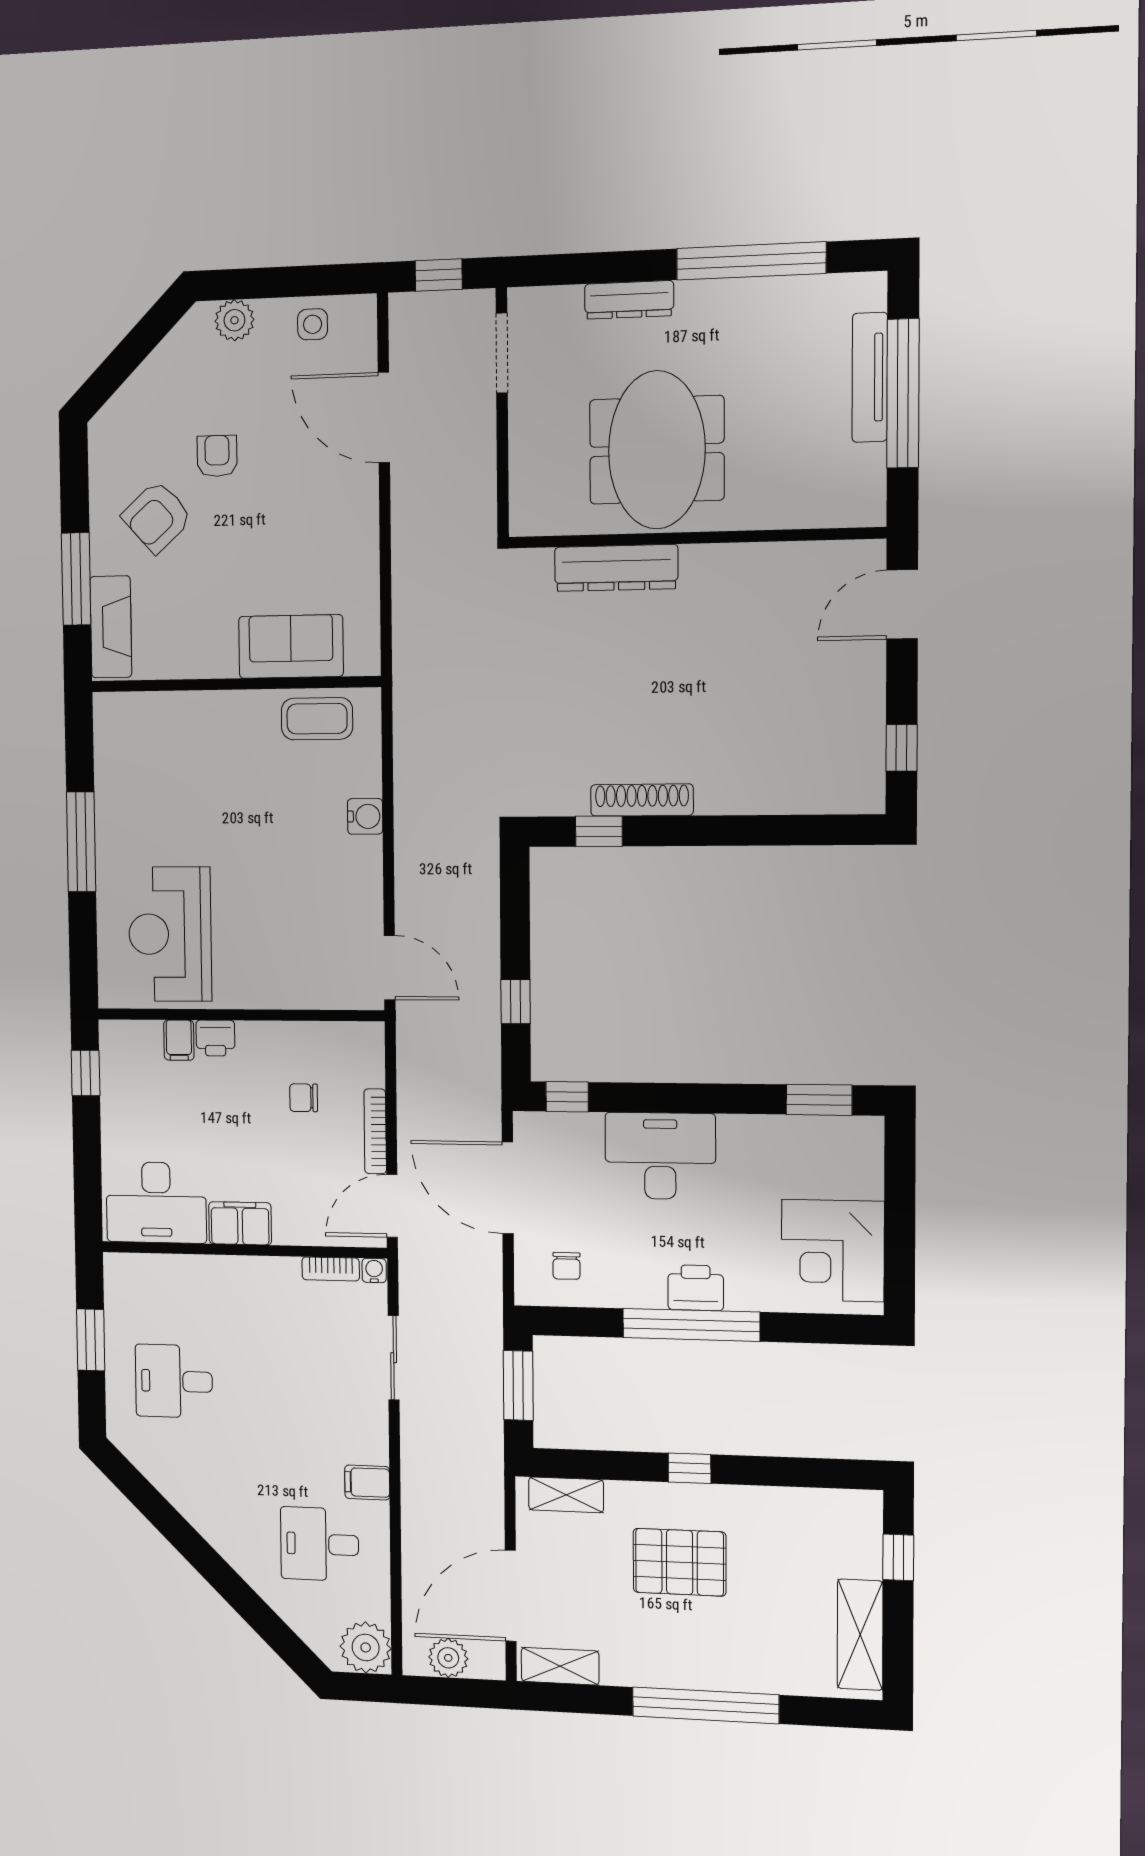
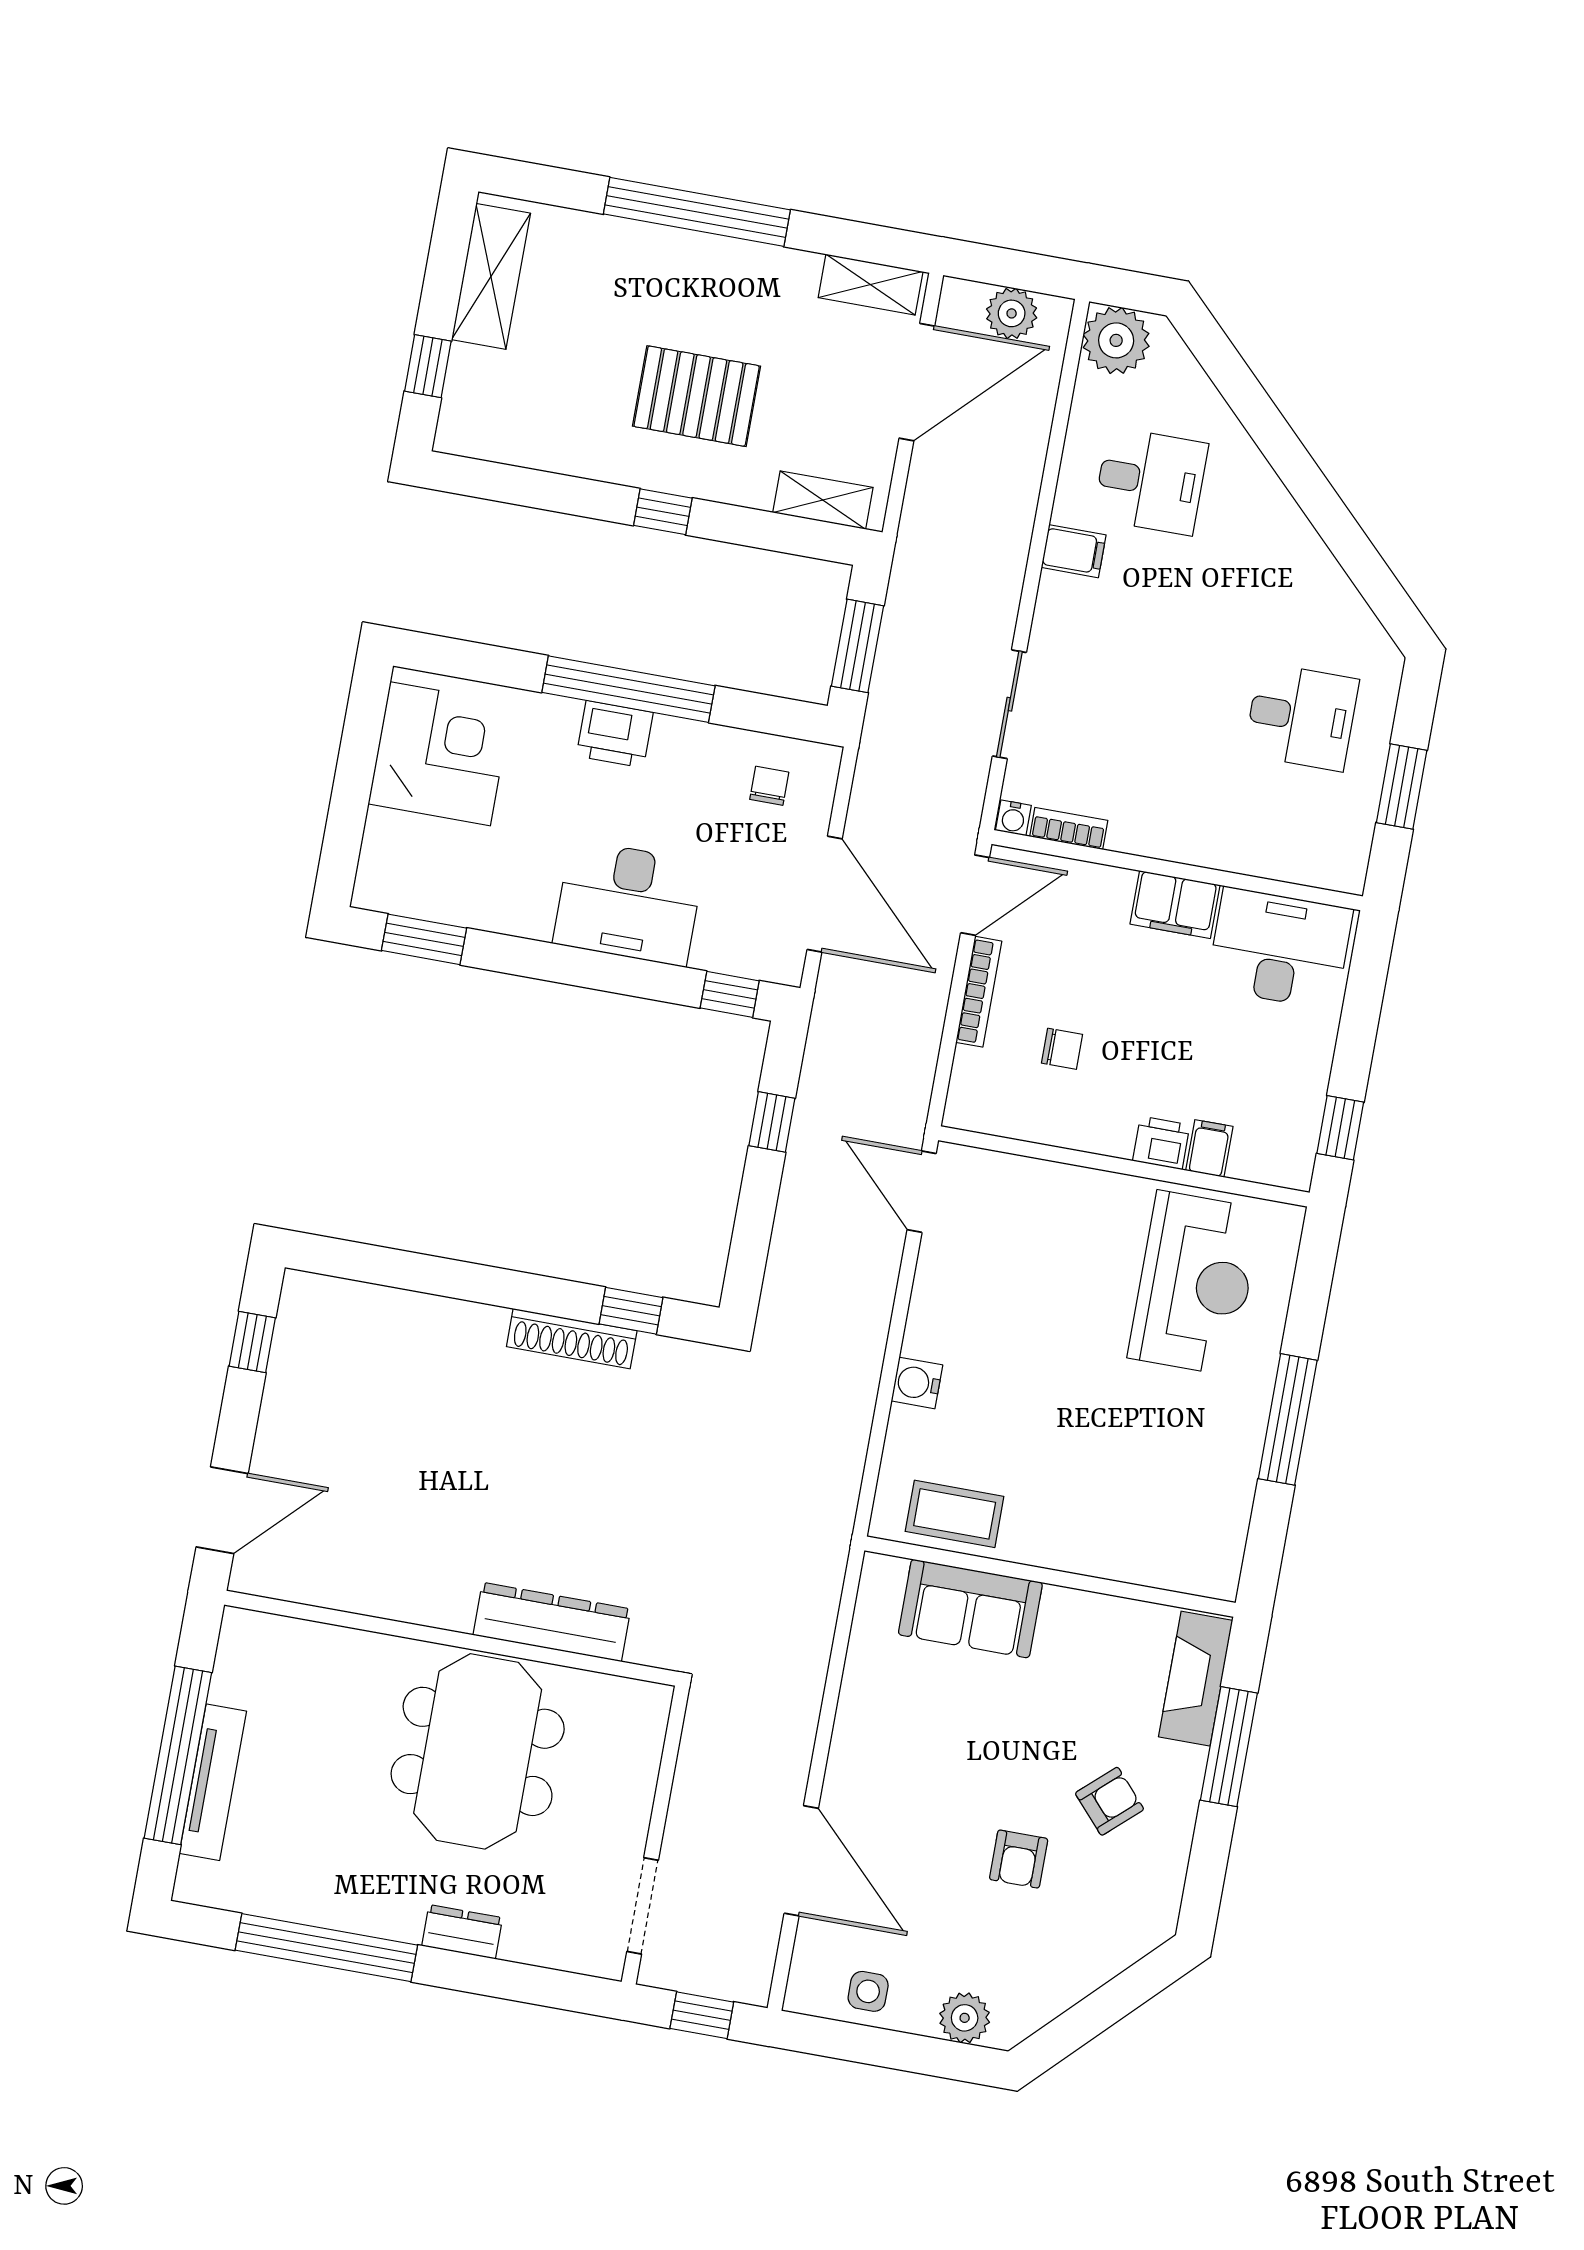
dresser: (629, 300) -> (462, 1932), width x0.70
armchair: (157, 517) -> (1110, 1801), width x0.72, depth x0.72

